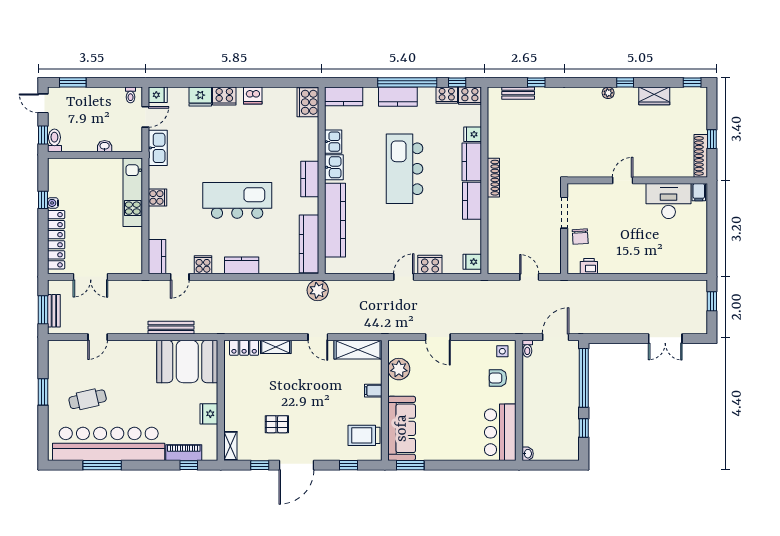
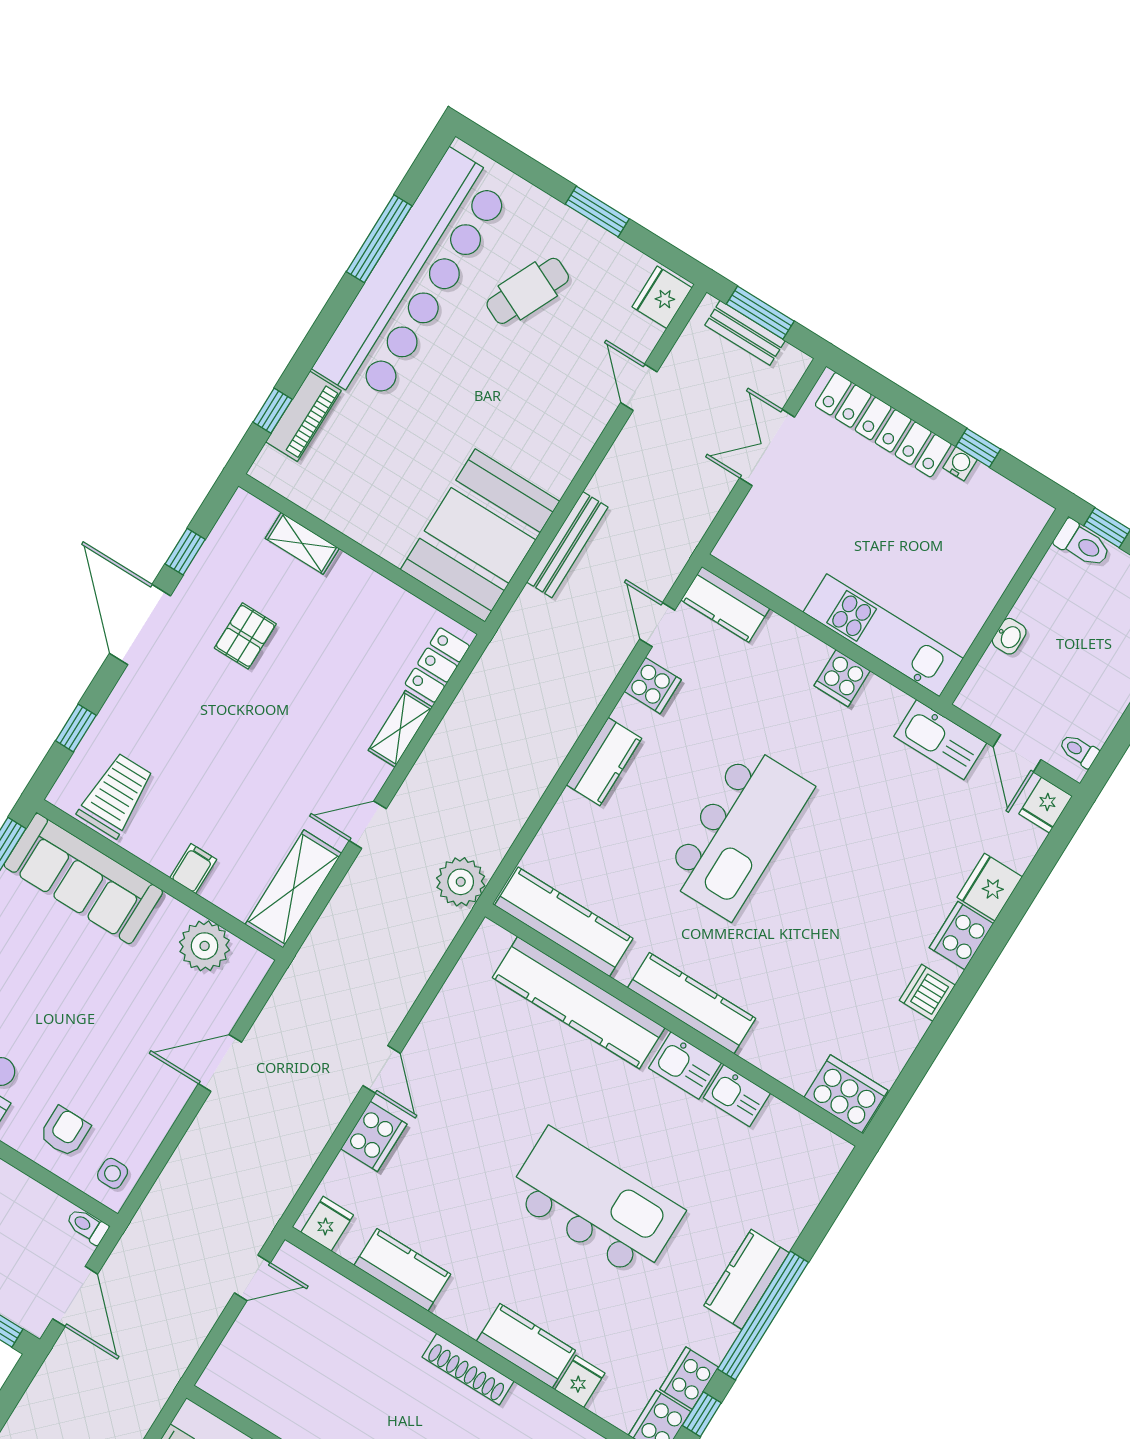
kitchen counter: (344, 96) -> (814, 1172), removed
kitchen counter: (310, 179) -> (692, 1003), width x1.50
kitchen counter: (472, 201) -> (402, 1270), moved
door: (529, 277) -> (252, 1278), moved
cafe table: (88, 399) -> (528, 291), turned 38
fridge: (209, 414) -> (662, 297), moved, turned -90
shelving: (230, 446) -> (302, 543), moved

